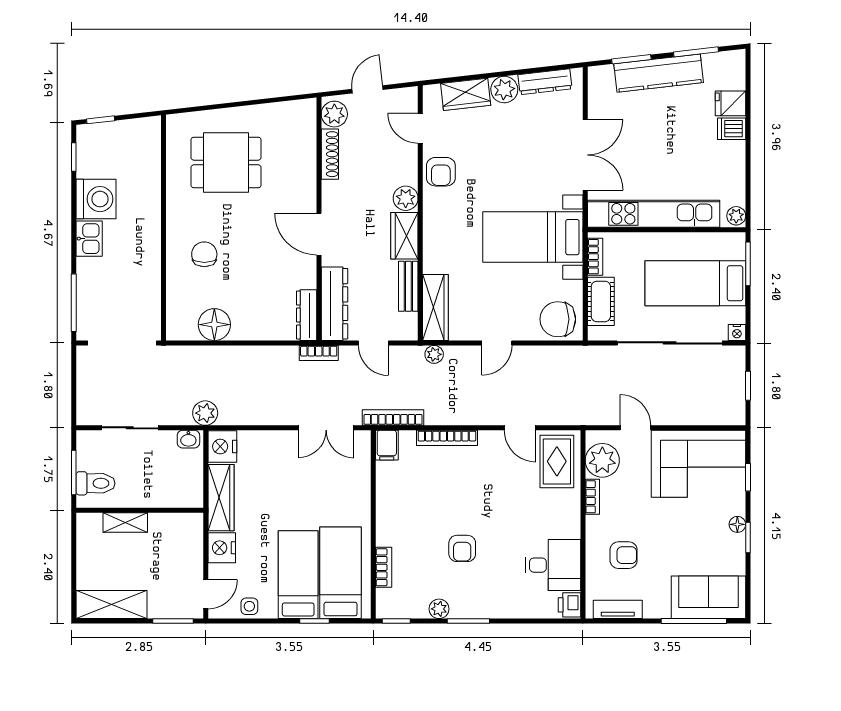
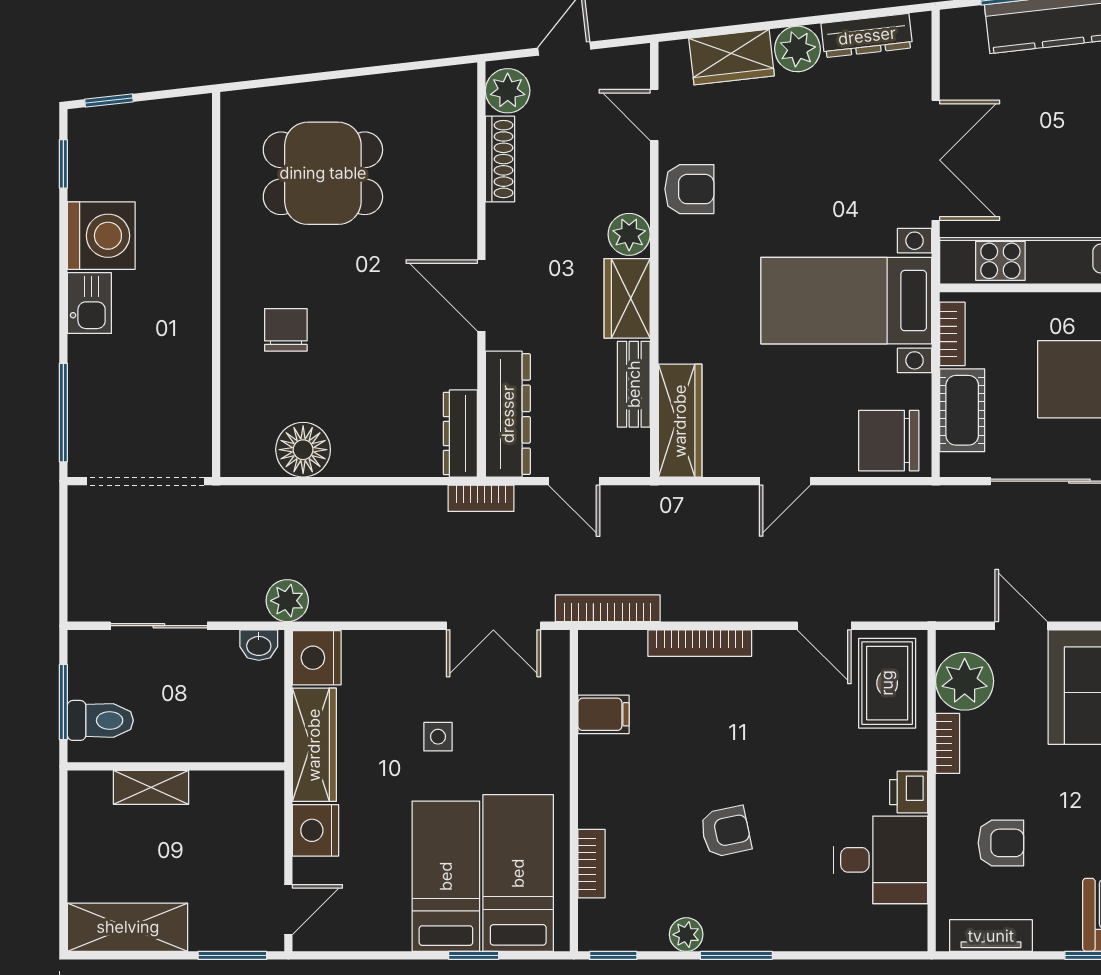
armchair: (441, 172) -> (689, 189), turned -90
plant: (434, 354) -> (678, 501), removed
filing cabinet: (387, 445) -> (603, 714), moved, turned -90
armchair: (462, 548) -> (726, 832), turned -102
printer: (569, 605) -> (909, 792), moved
side table: (249, 606) -> (438, 737), moved

